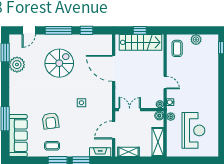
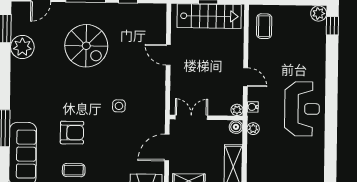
plant: (196, 40) -> (319, 13), moved
spiral stairs: (59, 63) -> (86, 46), turned 90
door: (114, 68) -> (168, 55), width x0.53
armchair: (51, 121) -> (72, 133), turned -83
reception desk: (193, 130) -> (302, 109), moved

